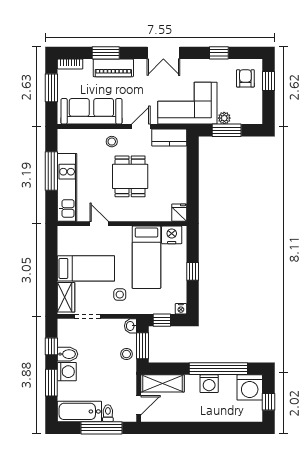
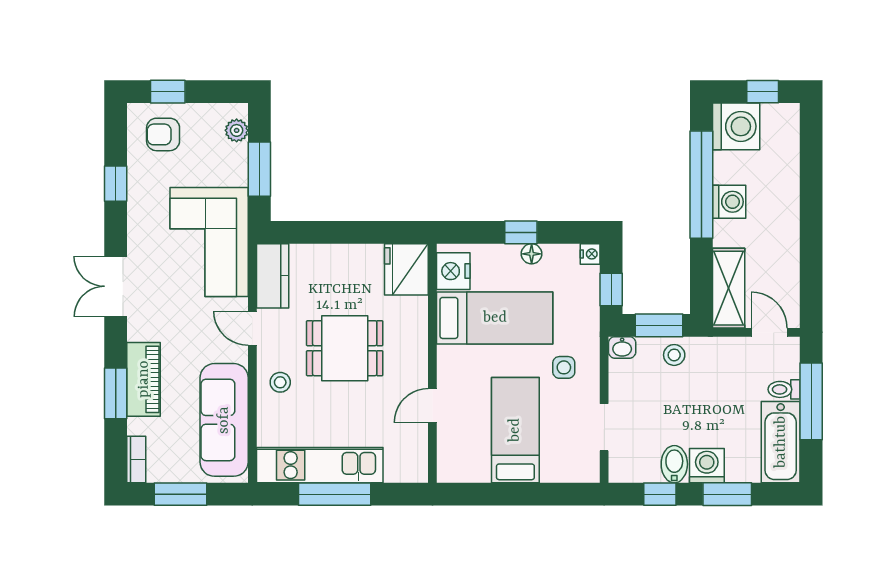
double door: (163, 53) -> (116, 286), swing flipped
plant: (224, 118) -> (237, 130), moved
kitchen unit: (67, 187) -> (320, 465), moved
fridge: (179, 213) -> (406, 269), width x1.88, depth x1.34
floor lamp: (181, 277) -> (532, 254), added
wardrobe: (66, 297) -> (569, 467), removed

